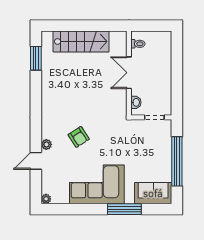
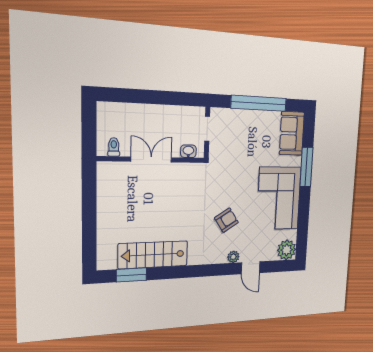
stairs: (81, 42) -> (153, 255), moved, turned -90
double door: (129, 73) -> (151, 159), swing flipped
plant: (46, 199) -> (287, 250), width x1.88, depth x1.88

